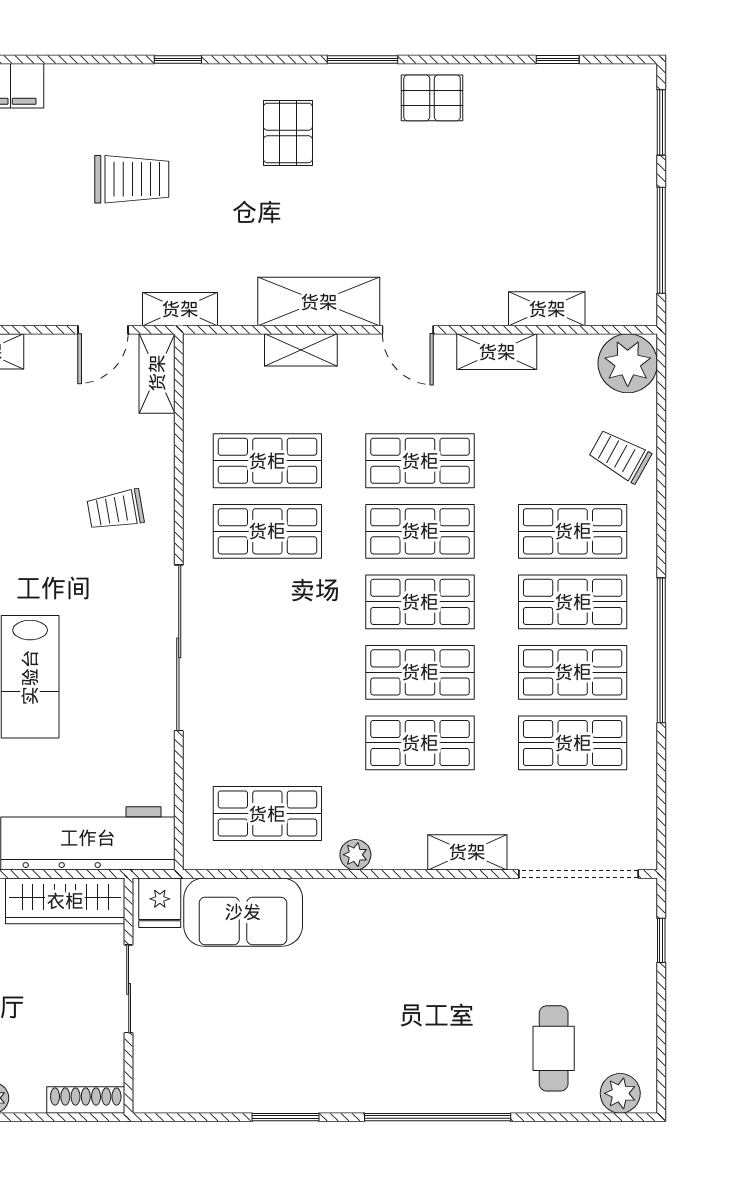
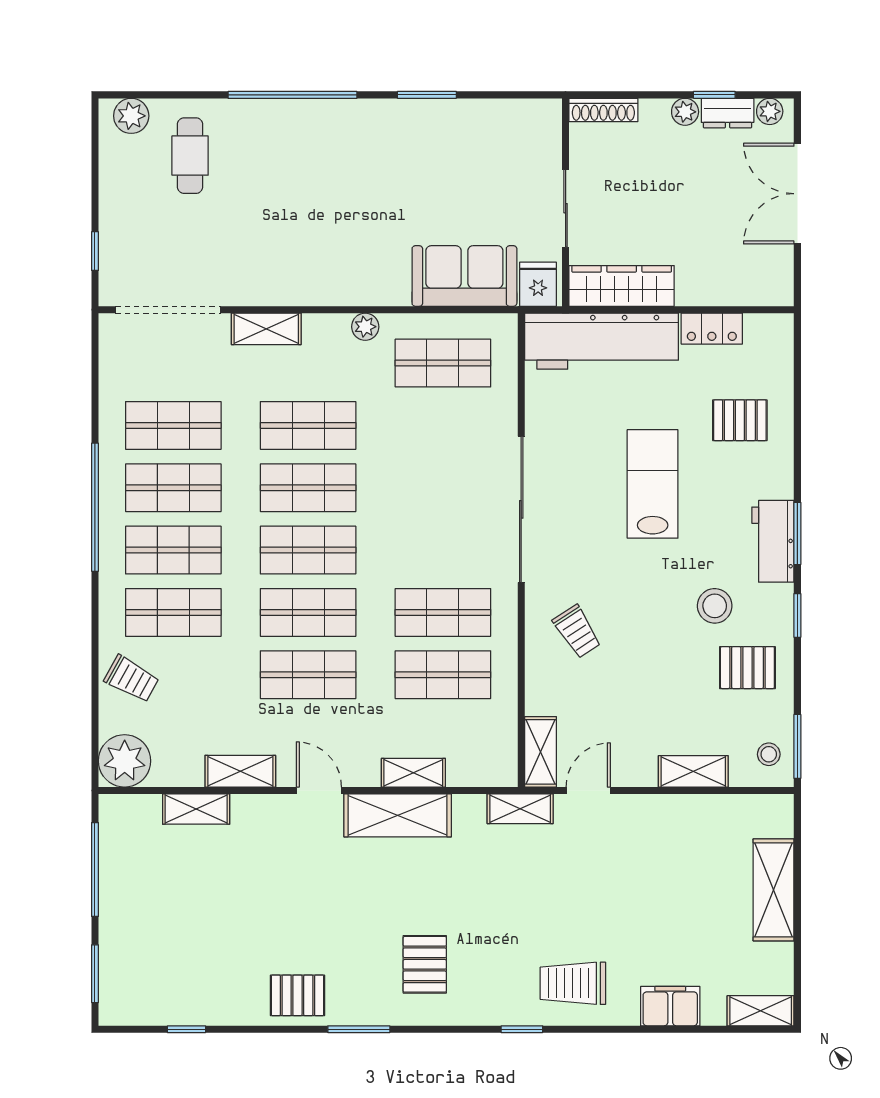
trolley: (132, 179) -> (573, 983), moved
trolley: (116, 510) -> (577, 631), turned 67

